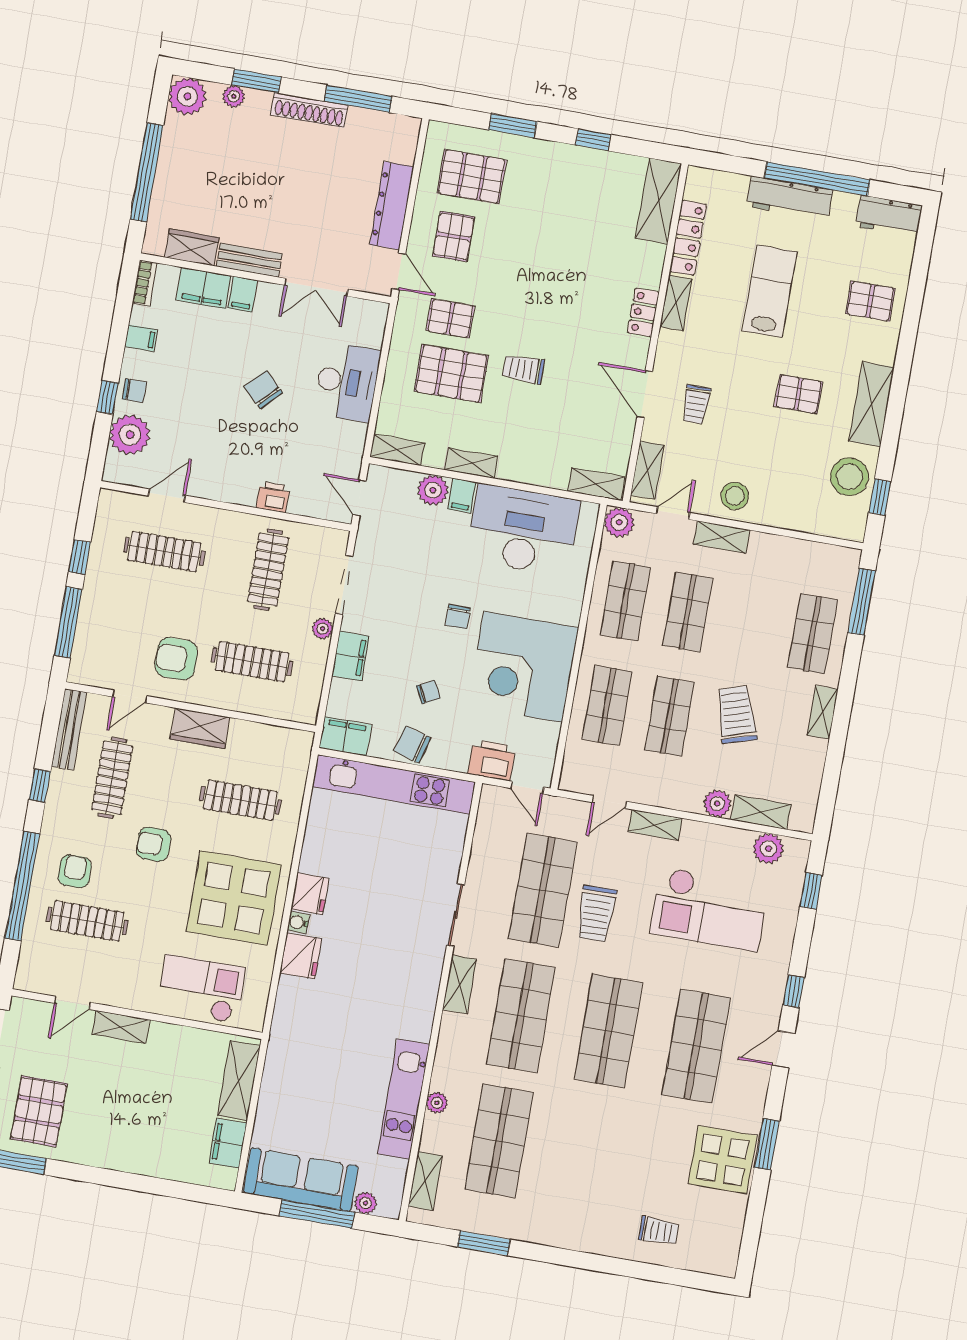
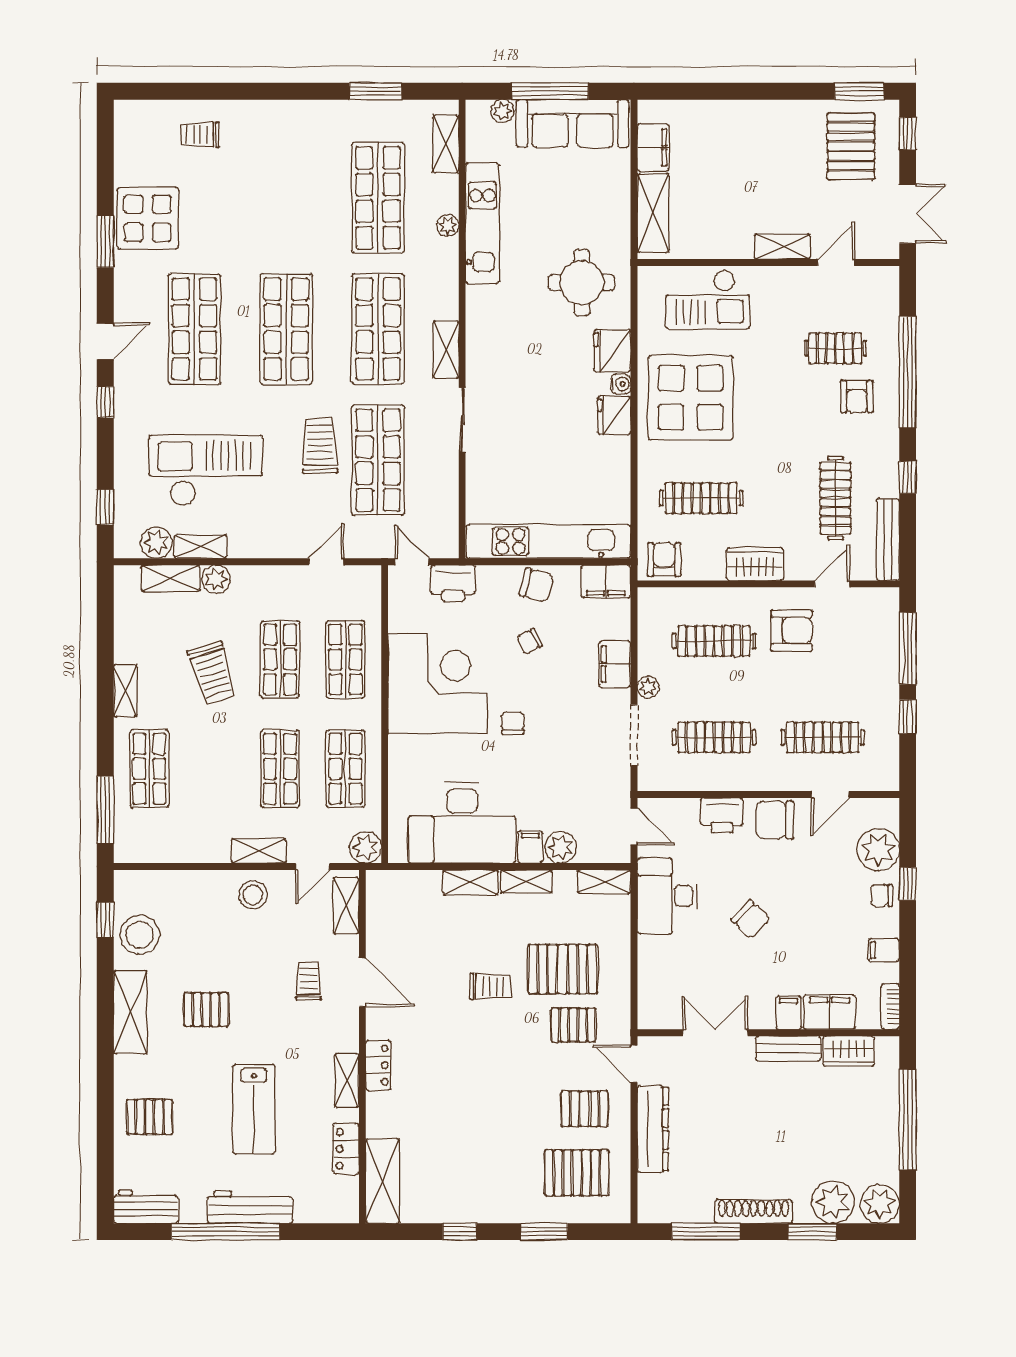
plant: (234, 96) -> (833, 1202), width x1.88, depth x1.88
pallet: (454, 236) -> (585, 1109), turned 90
locker: (688, 238) -> (346, 1149), width x0.66
desk: (347, 382) -> (667, 896), moved
chair: (224, 480) -> (775, 820), added
shelving: (596, 484) -> (470, 882), moved
printer: (273, 497) -> (722, 815), width x1.36, depth x1.24
clothes rail: (268, 570) -> (714, 737), turned 90
shelving: (655, 825) -> (201, 547), moved
armchair: (154, 844) -> (664, 559), moved, turned -90
clothes rail: (87, 921) -> (835, 348), width x0.73
round table: (319, 1026) -> (582, 283), added

